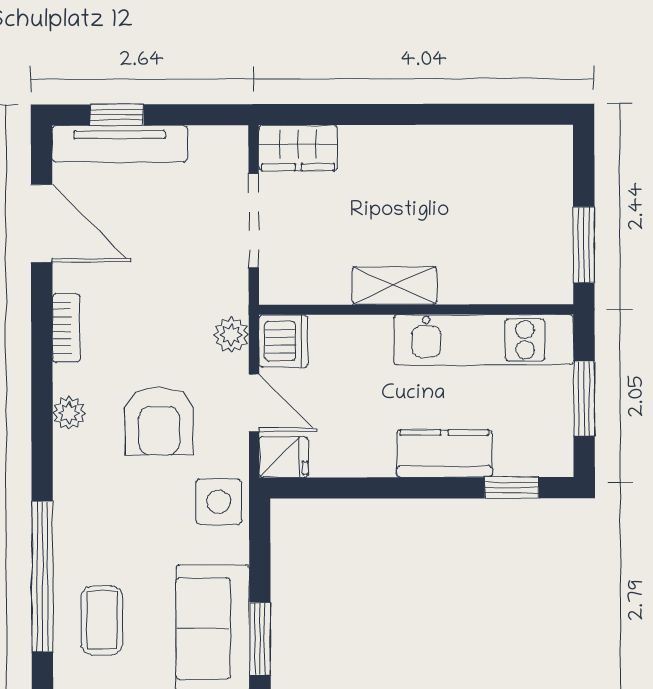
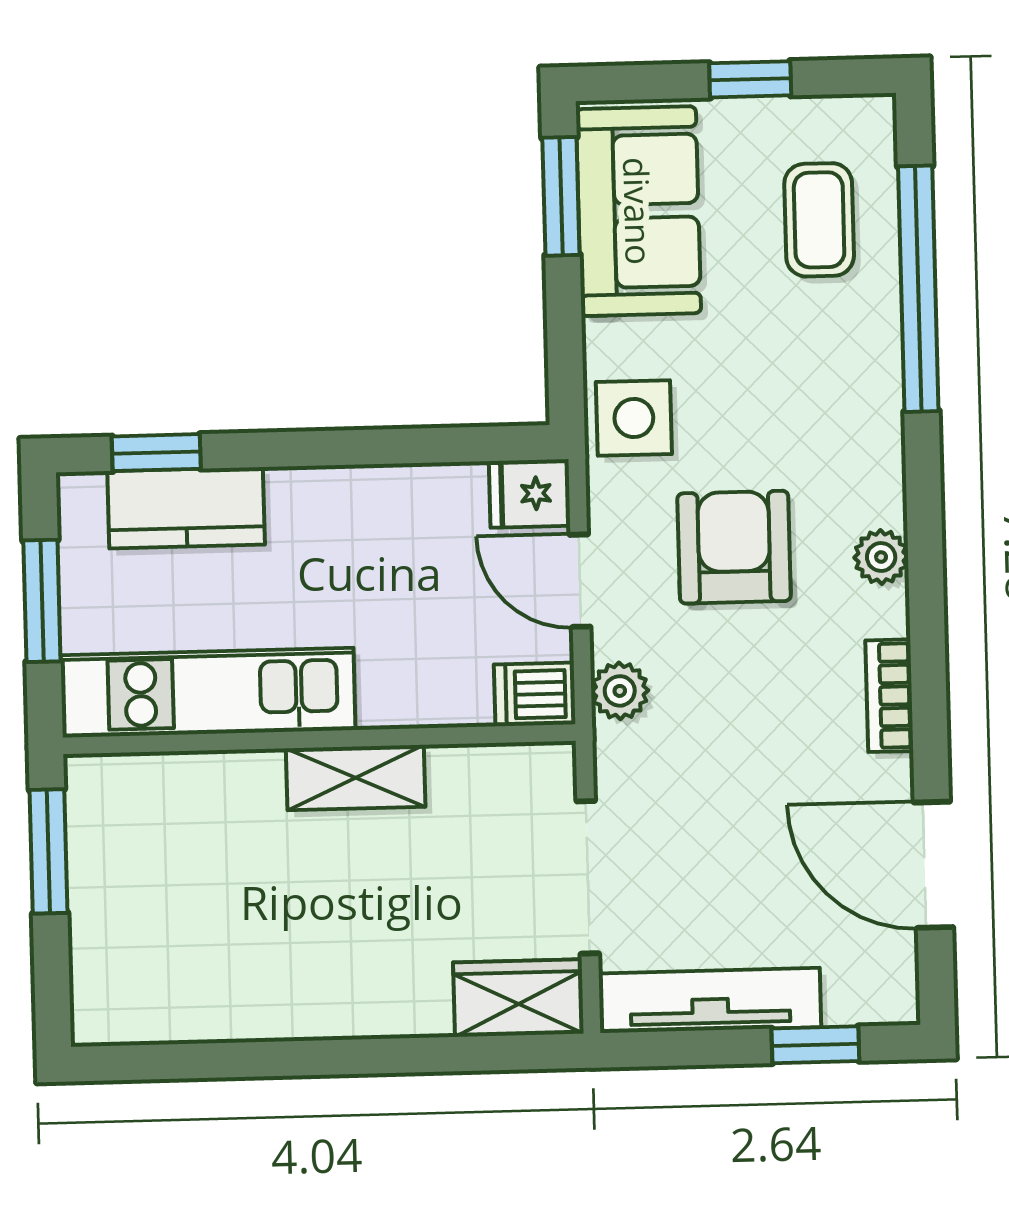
tv unit: (120, 144) -> (710, 1000), moved
dishwasher: (283, 341) -> (535, 694), width x0.73
kitchen counter: (444, 453) -> (186, 508), moved

